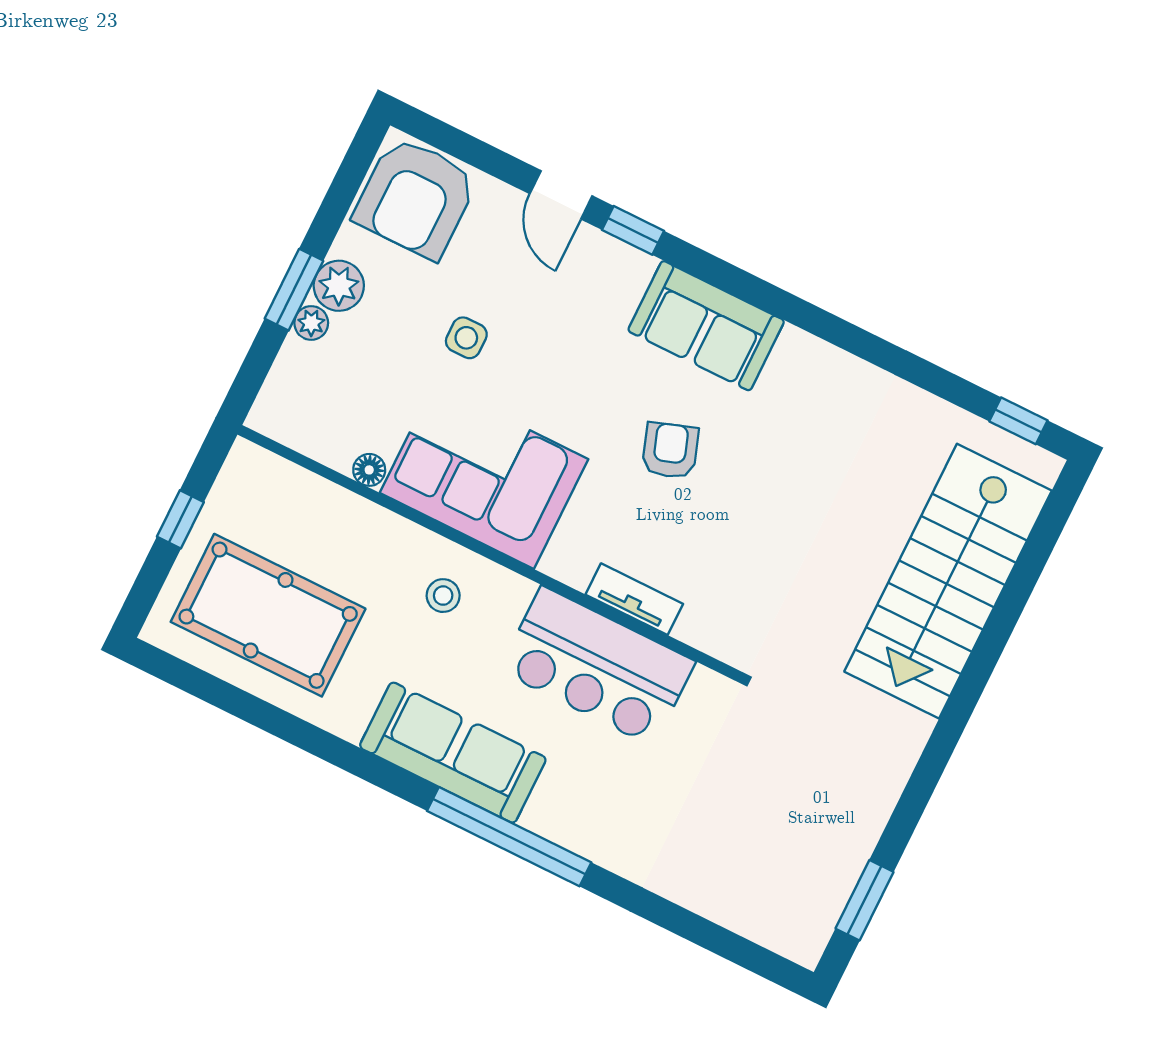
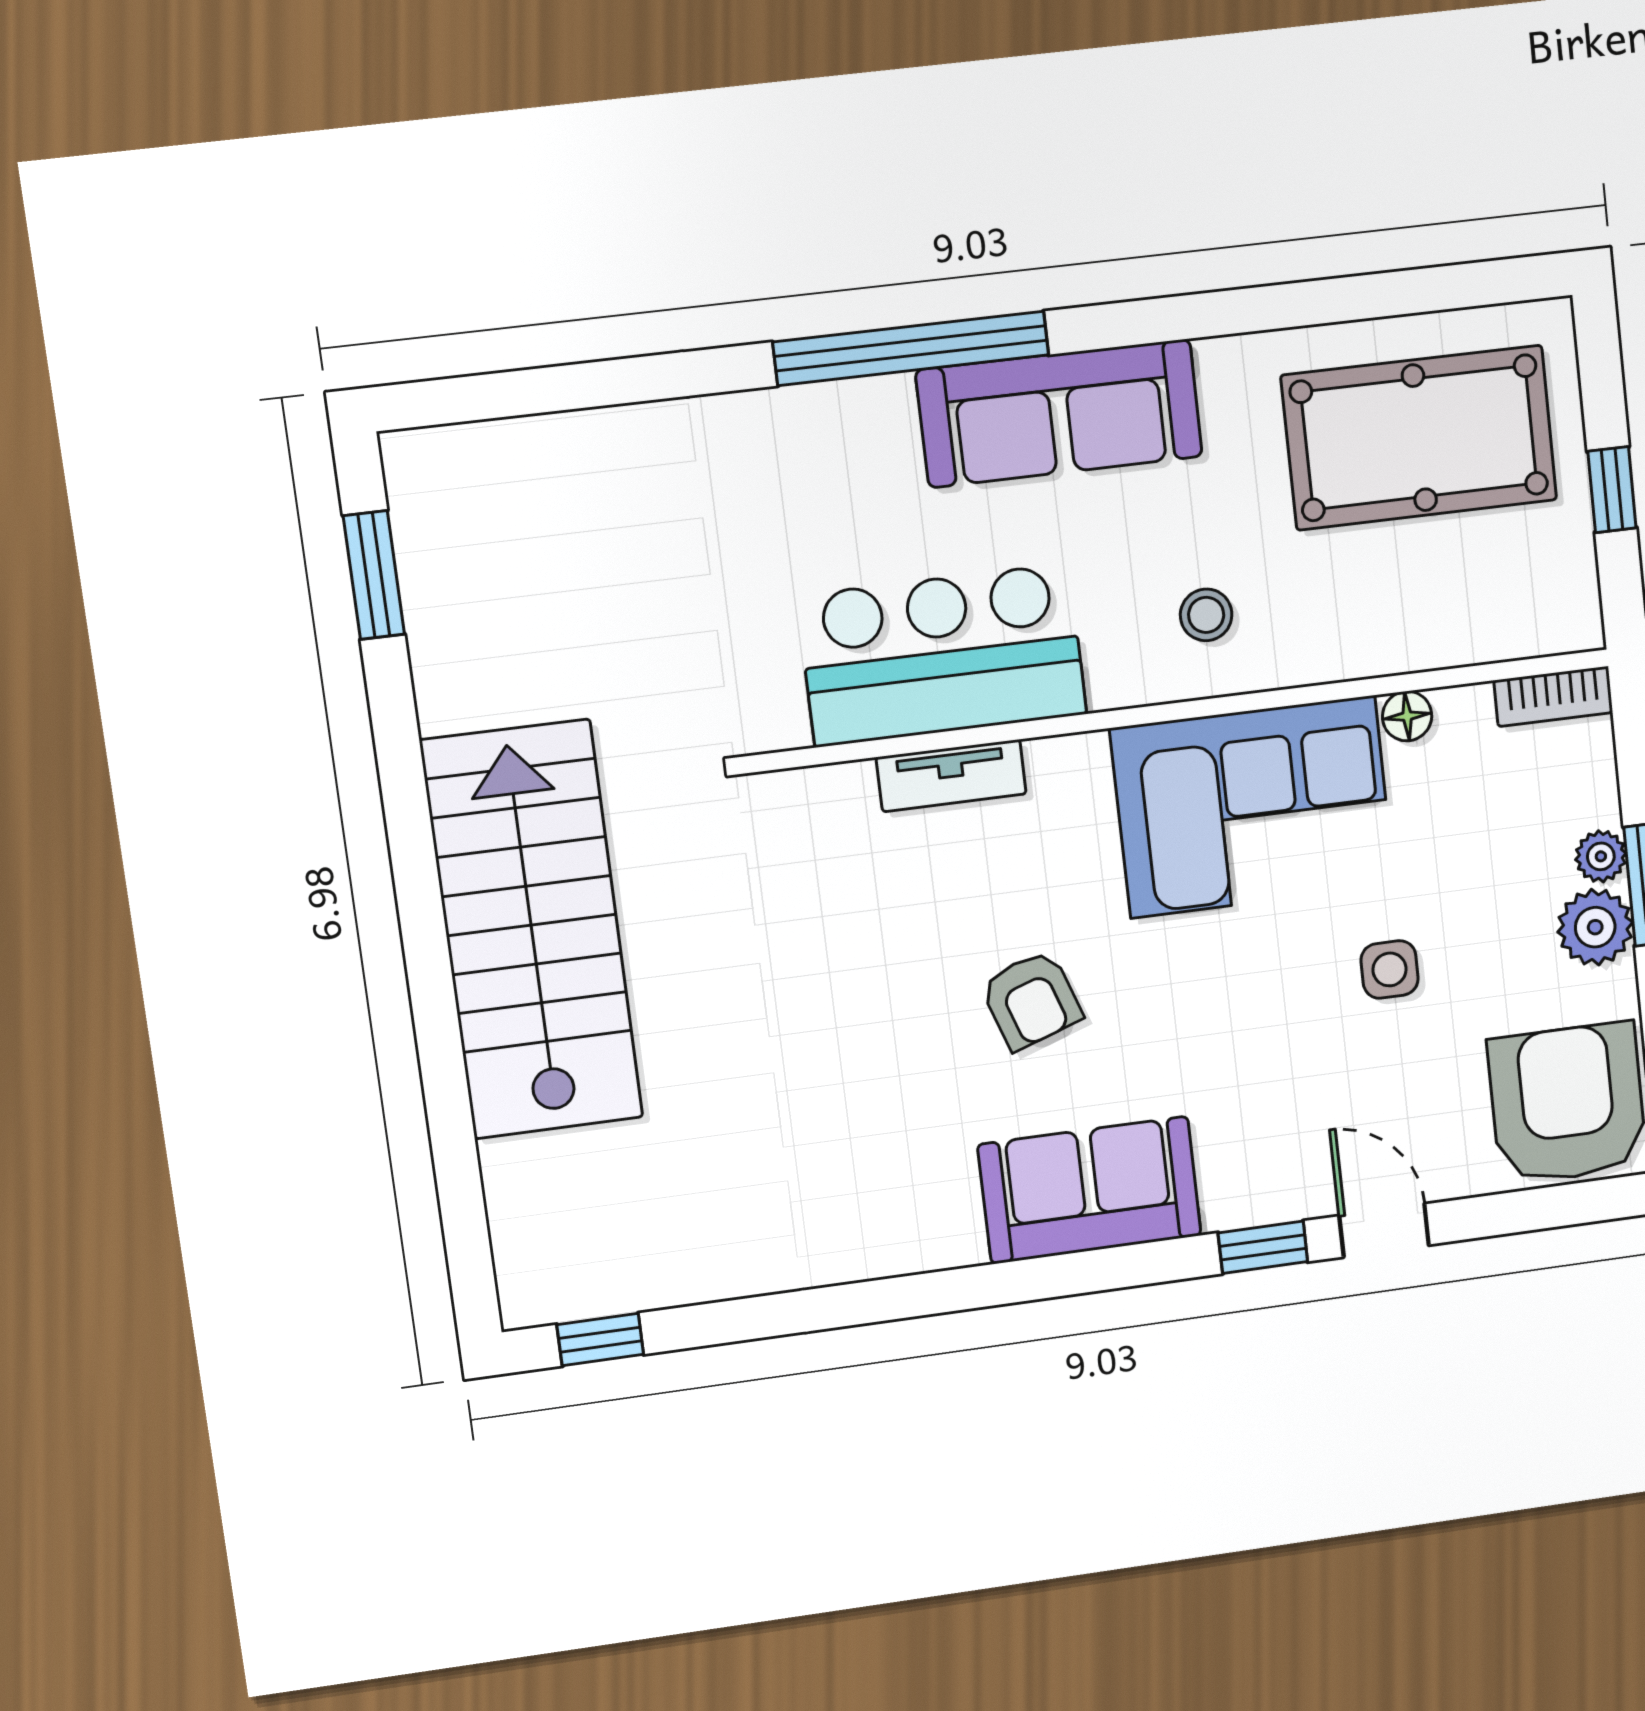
bookcase: (283, 428) -> (1553, 696), added
stairs: (948, 581) -> (532, 930), moved

